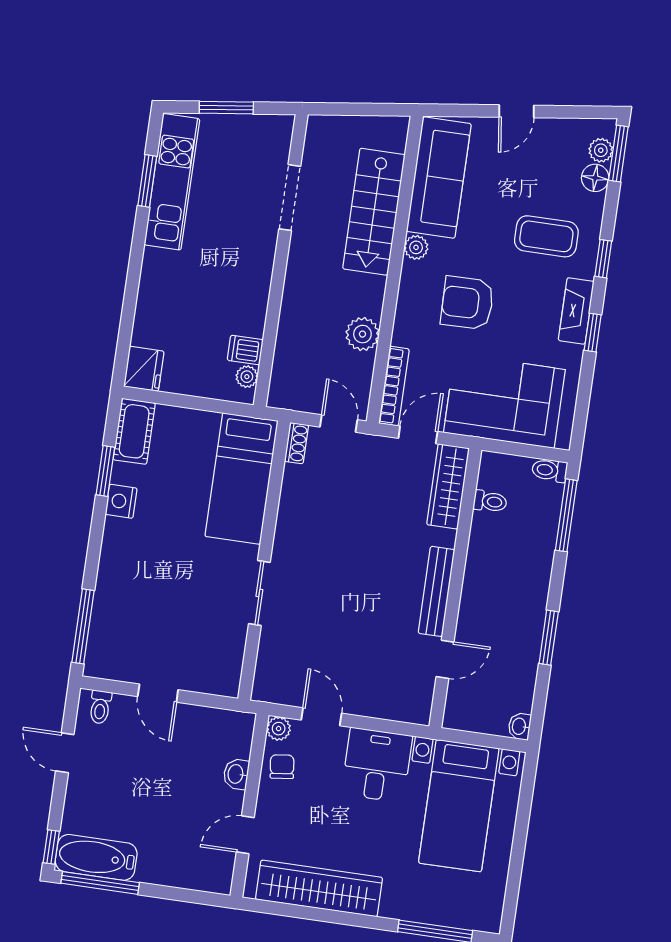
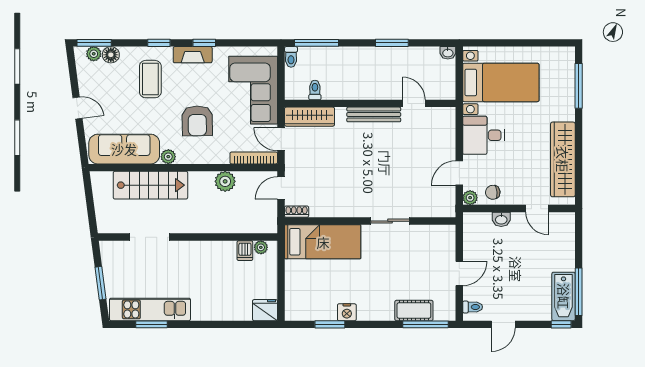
cot: (134, 431) -> (414, 310), moved

